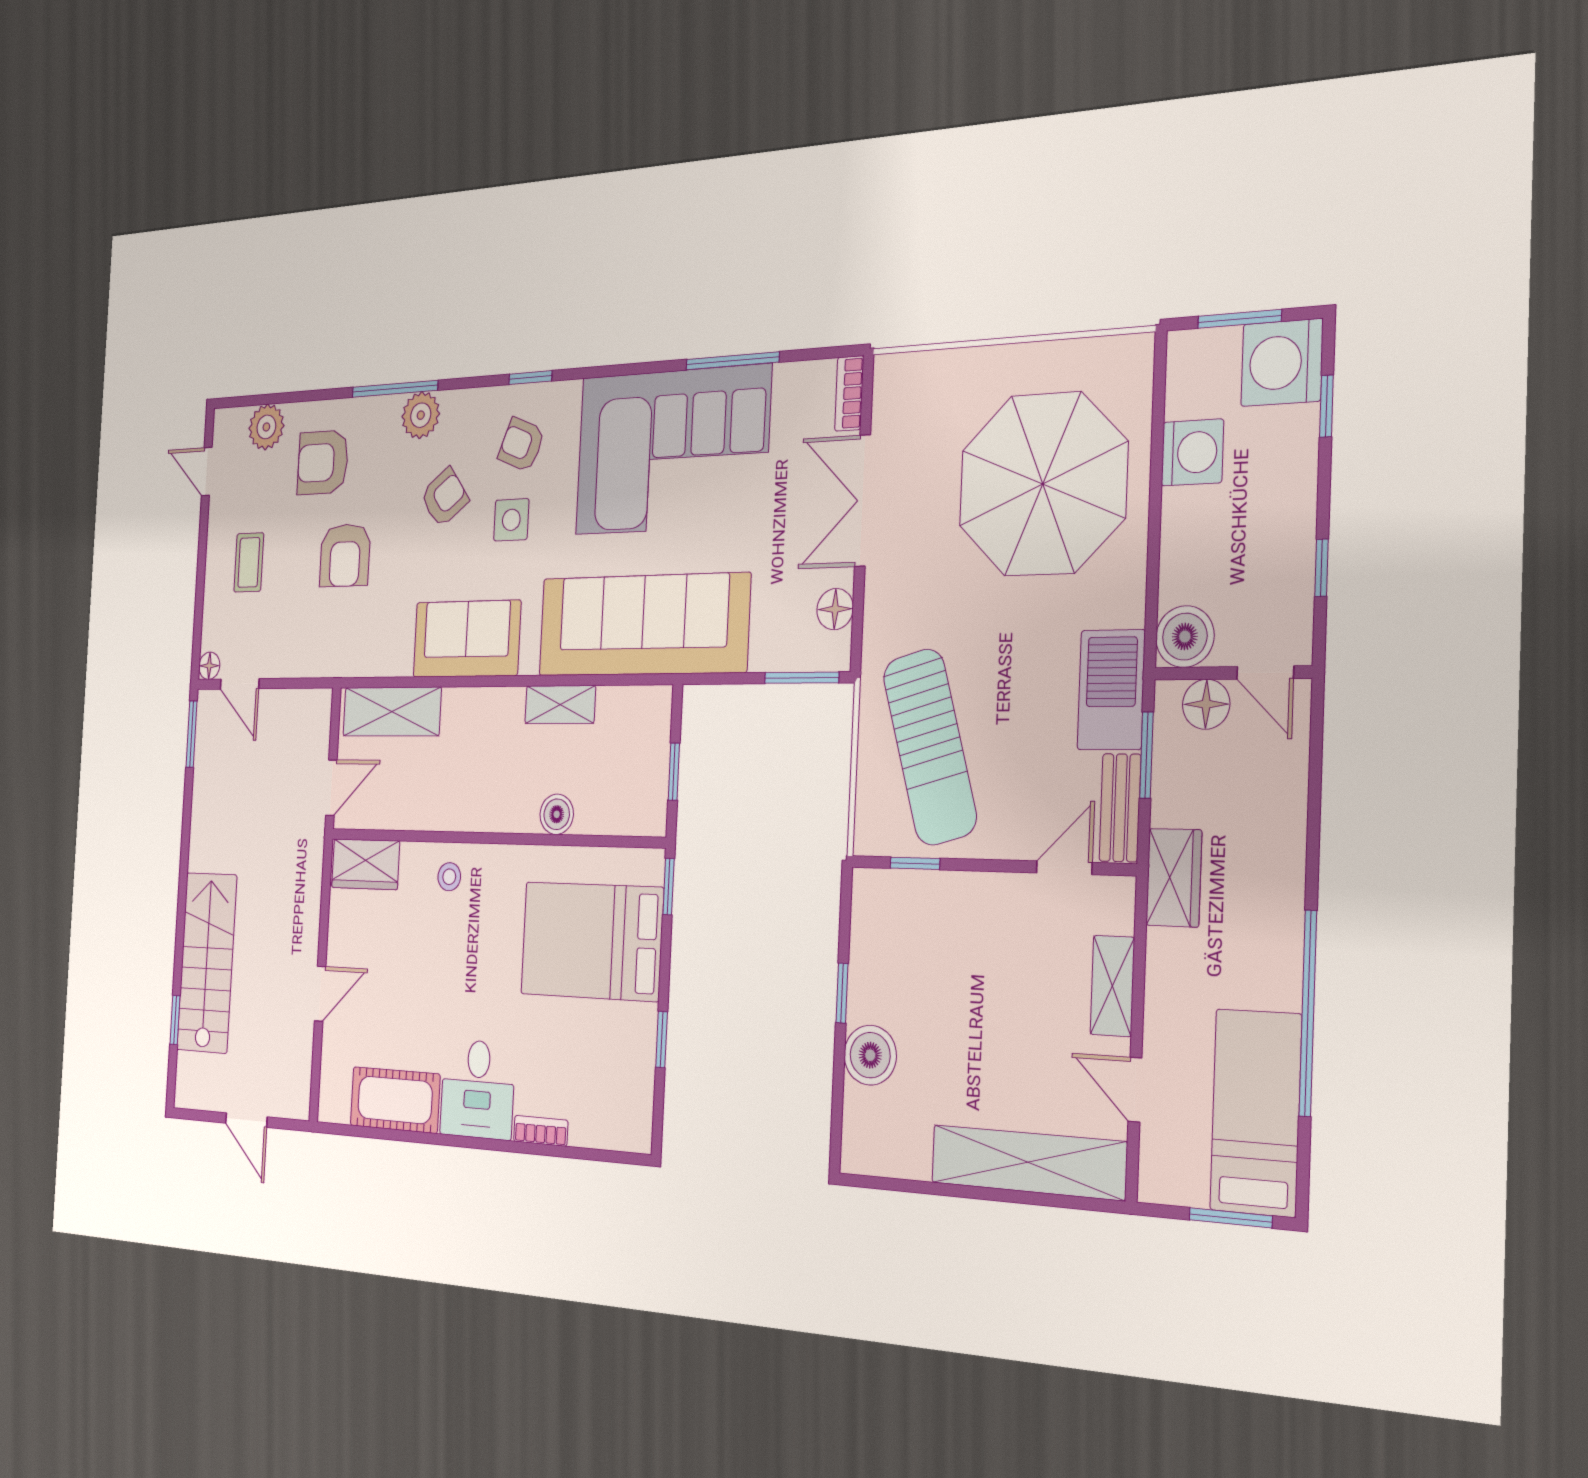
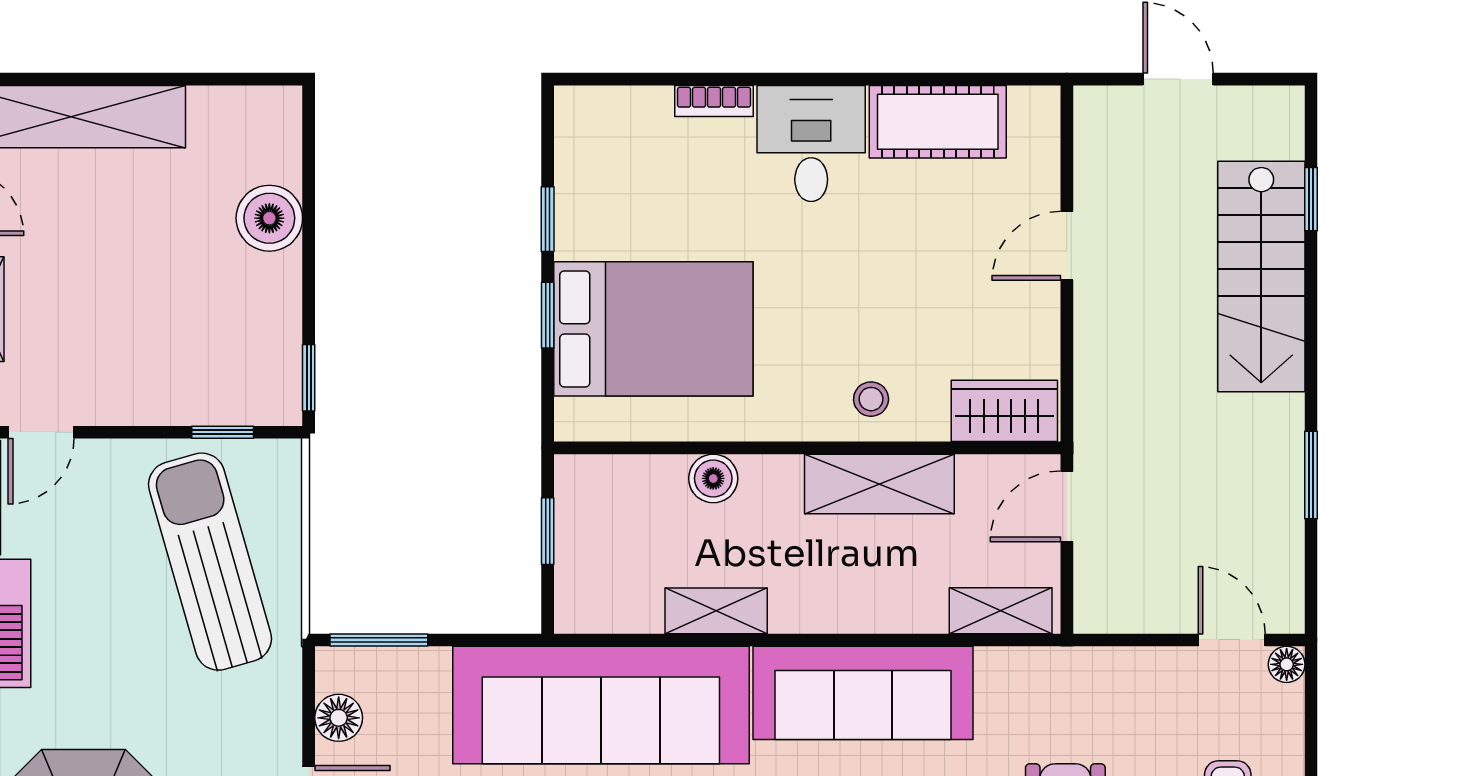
sofa: (467, 639) -> (863, 693), width x1.36
shelving: (392, 712) -> (1001, 611), width x0.67, depth x0.75
window: (192, 734) -> (1311, 475), moved
shelving: (447, 808) -> (879, 484), added
window: (669, 886) -> (548, 315), moved
window: (842, 993) -> (309, 378), moved

